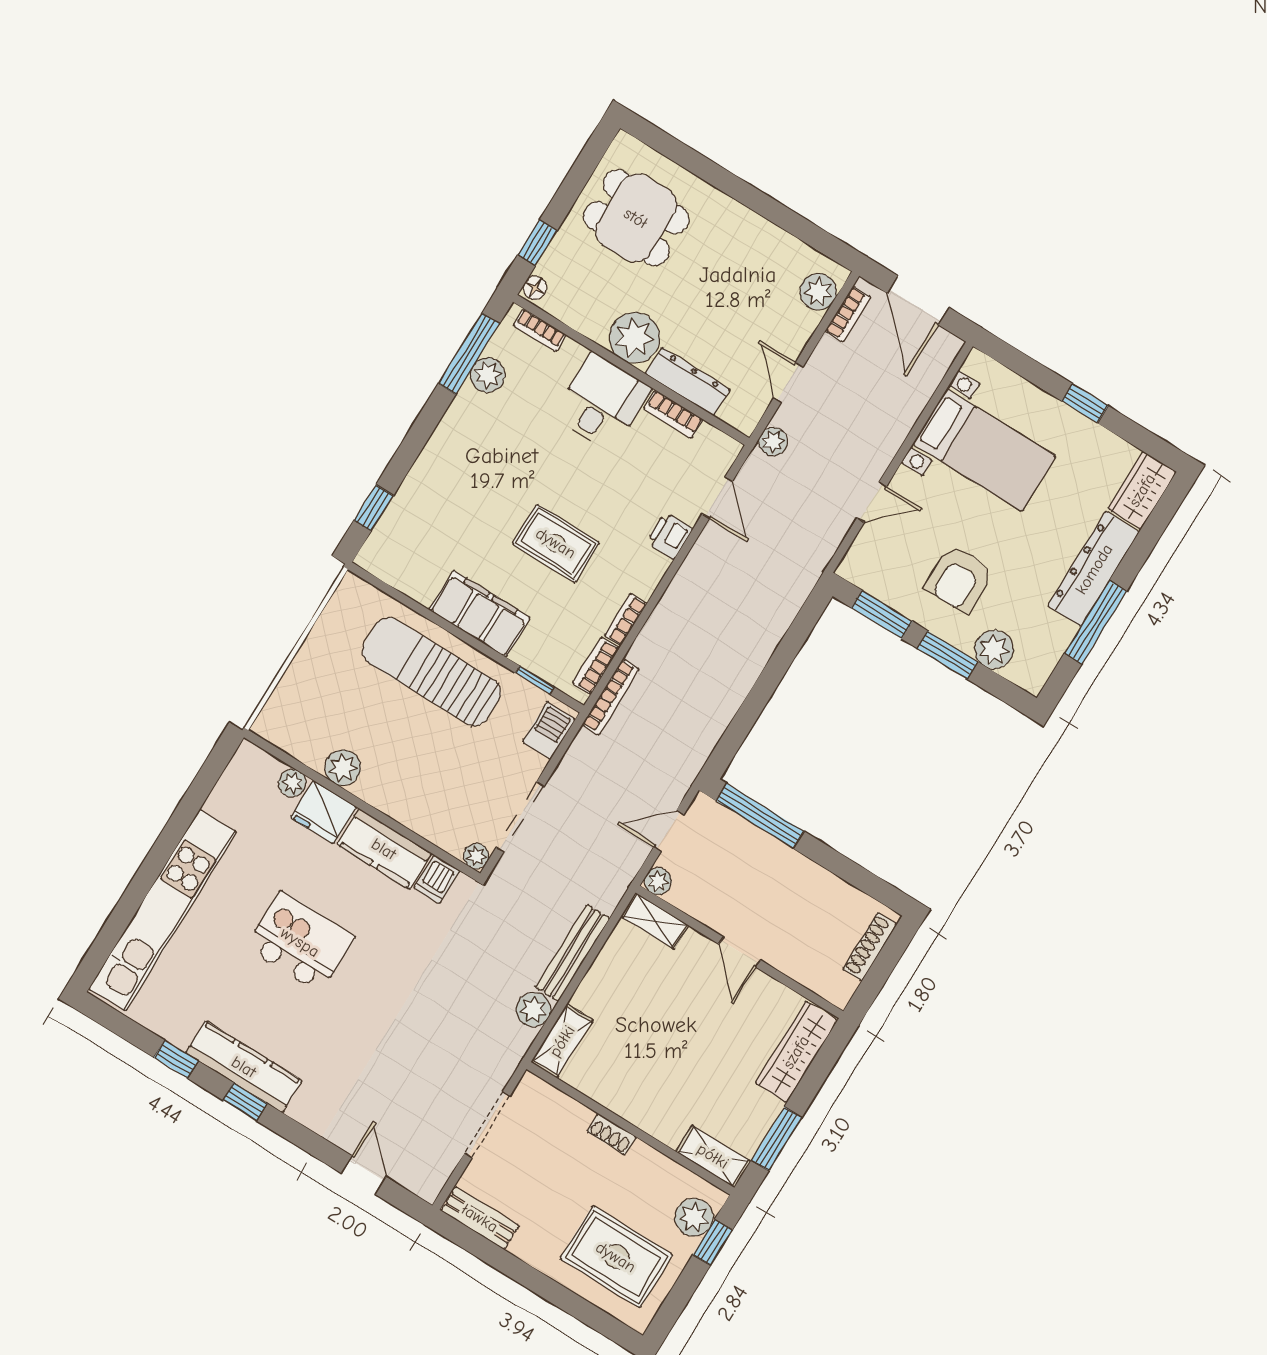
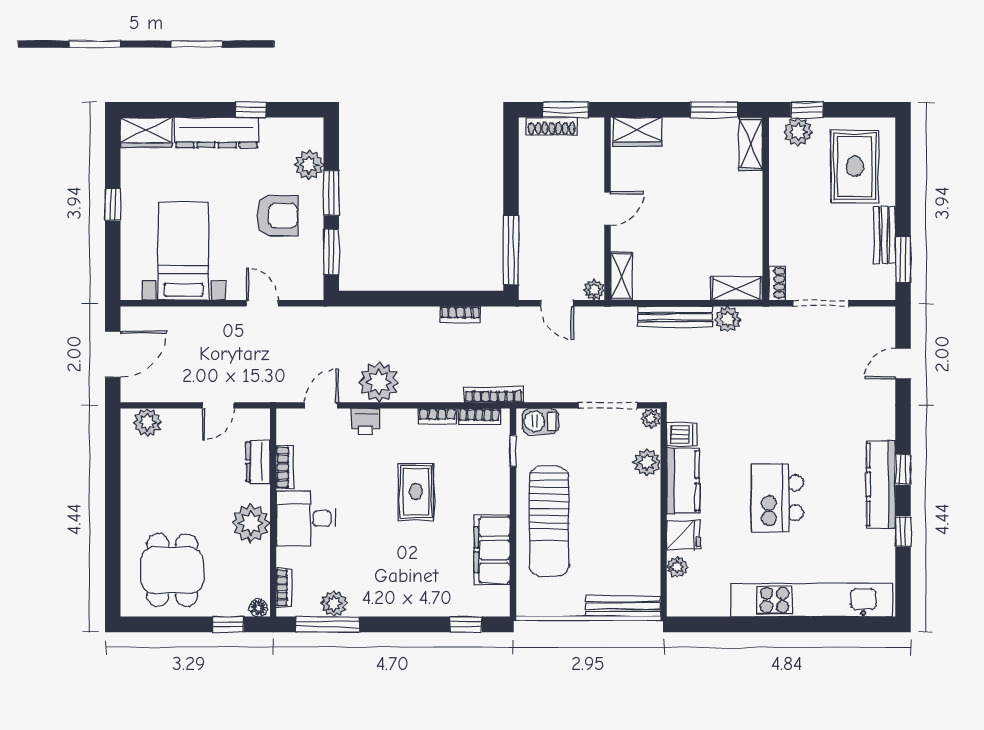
bookcase: (848, 314) -> (460, 314), moved, turned 180
dresser: (688, 382) -> (258, 462), width x0.70
plant: (773, 442) -> (379, 382), moved, width x1.87, depth x1.87
filing cabinet: (480, 614) -> (492, 550), moved
window: (1096, 622) -> (251, 110), width x0.46
bench: (286, 696) -> (623, 606), added
plant: (343, 768) -> (647, 462), moved
fridge: (324, 812) -> (684, 535), width x0.72
window: (879, 974) -> (566, 110), added
wardrobe: (796, 1052) -> (637, 132), width x0.67
shoe rack: (611, 1134) -> (777, 283), moved
bench: (480, 1218) -> (885, 235), moved
window: (479, 1246) -> (903, 260), added

